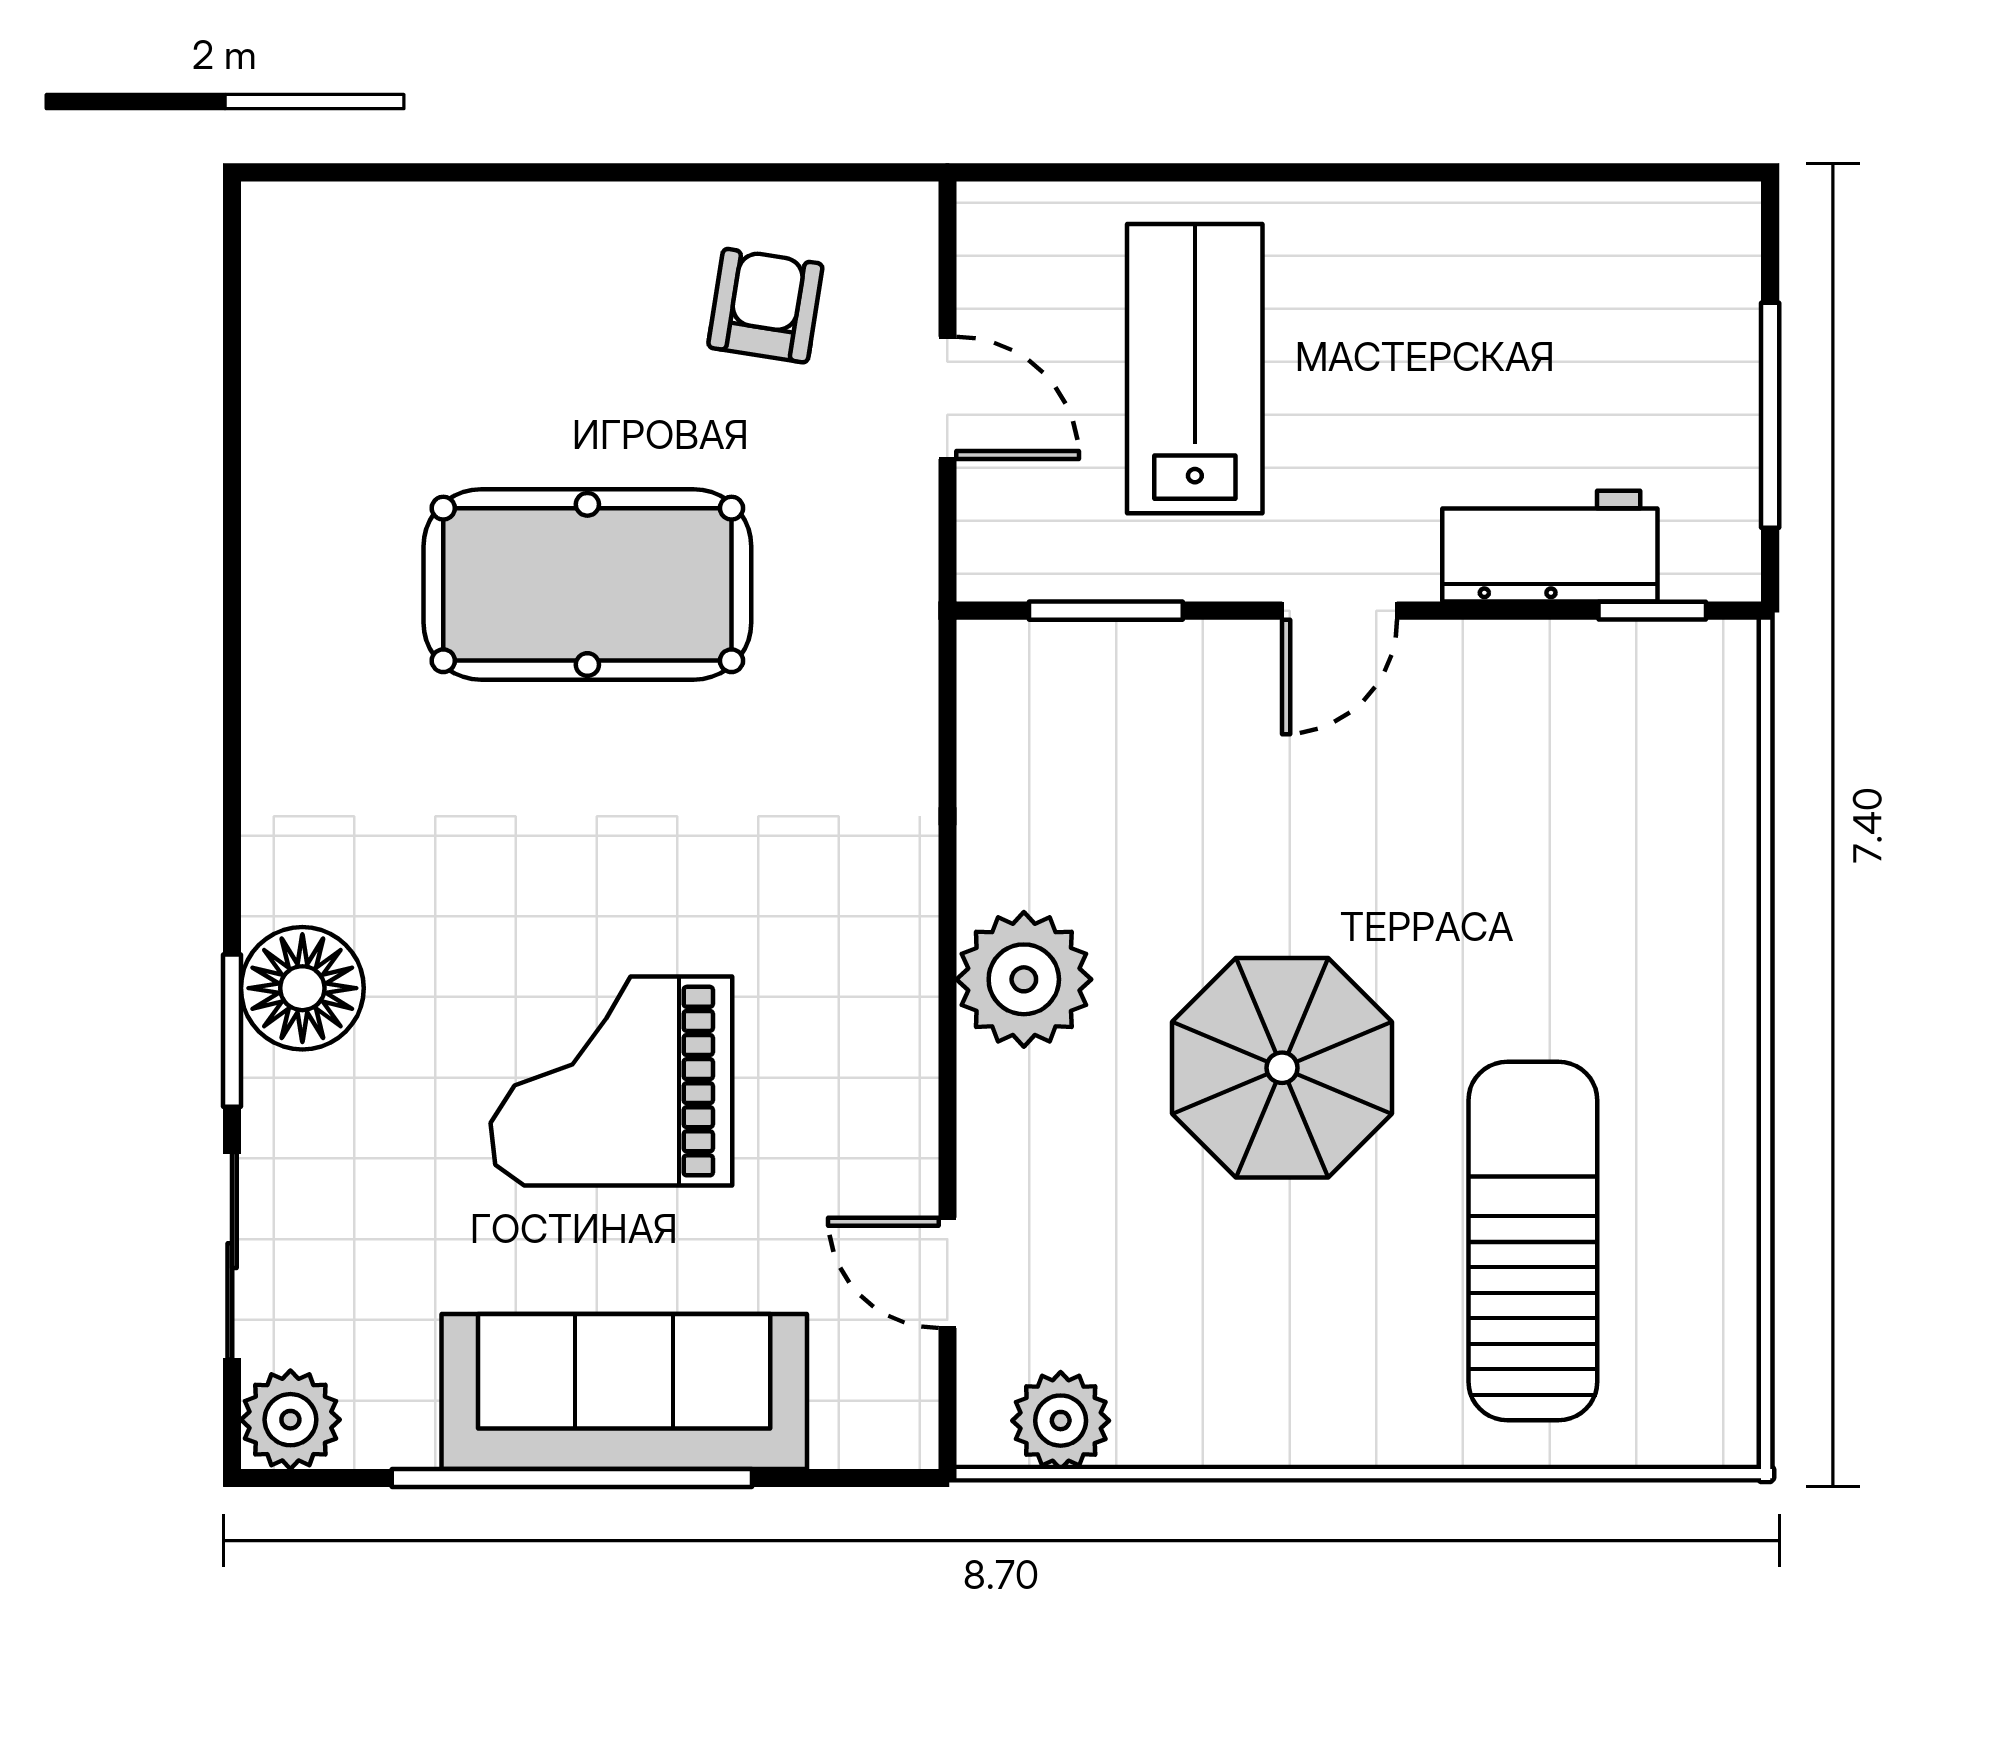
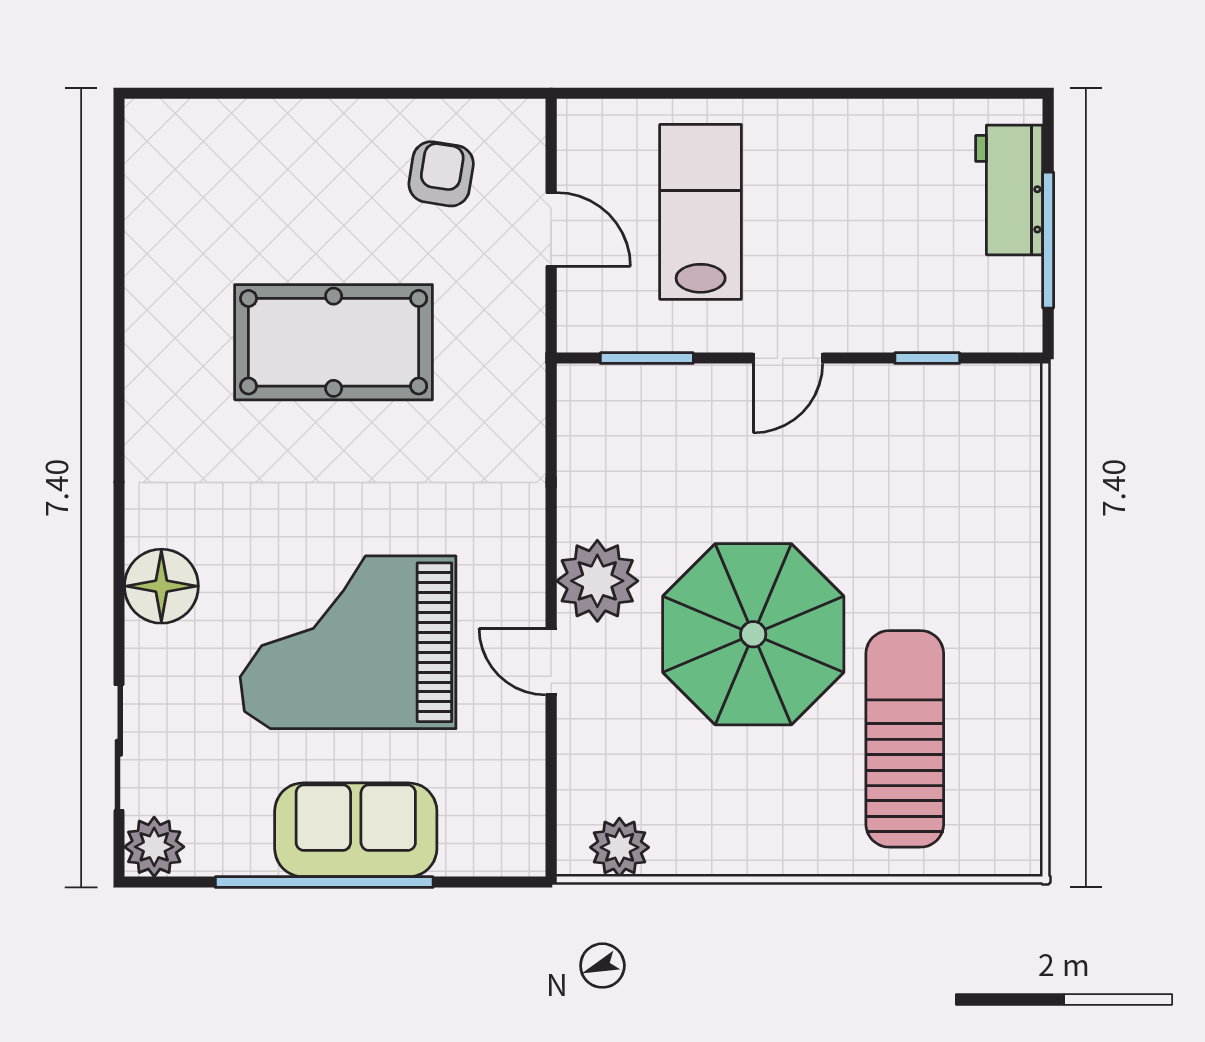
workbench: (1550, 546) -> (1009, 190), moved, turned -90
window: (1652, 611) -> (927, 358), moved
window: (232, 1031) -> (119, 612), removed
parasol: (1282, 1068) -> (753, 634), width x1.36, depth x1.36
grand piano: (611, 1081) -> (348, 642), width x1.37, depth x1.48
door: (947, 1273) -> (551, 662), moved
sofa: (624, 1391) -> (356, 830), width x0.73

